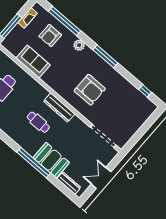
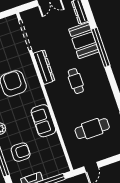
sofa: (33, 62) -> (43, 121), moved
dresser: (59, 108) -> (44, 67), moved

